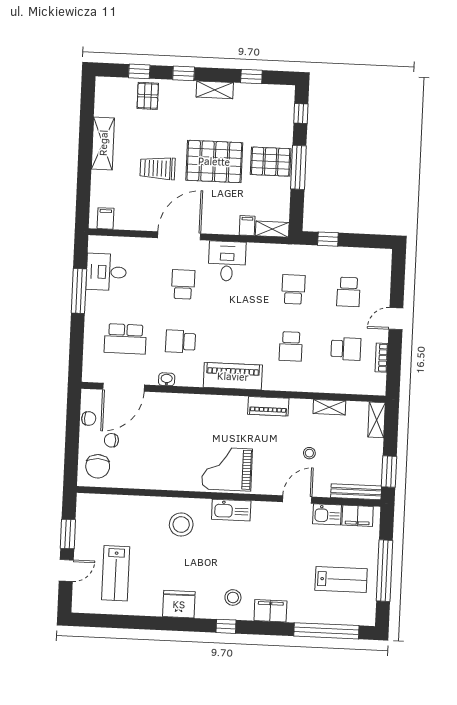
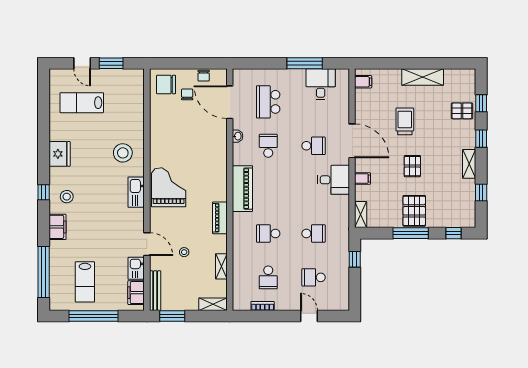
pallet: (214, 161) -> (412, 166), width x0.49, depth x0.50
filing cabinet: (247, 226) -> (363, 179), moved
door: (396, 319) -> (309, 316), moved

